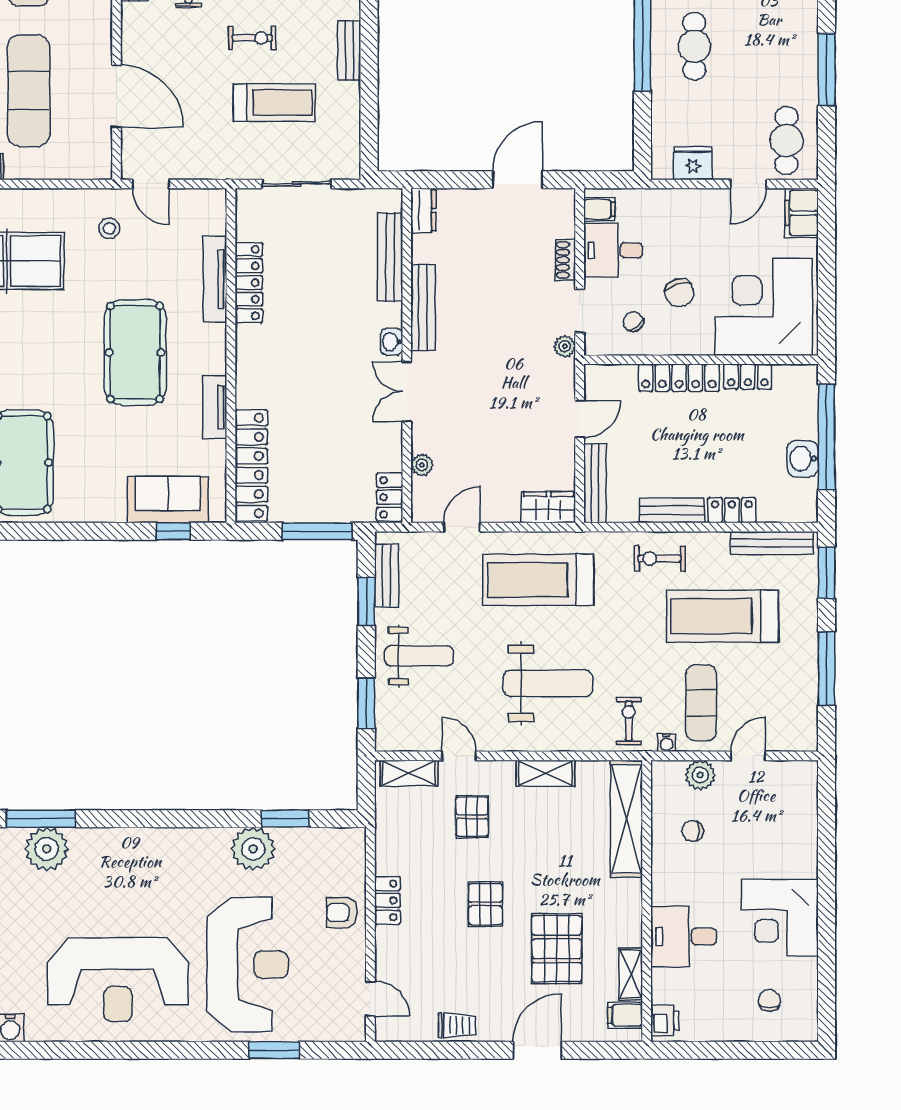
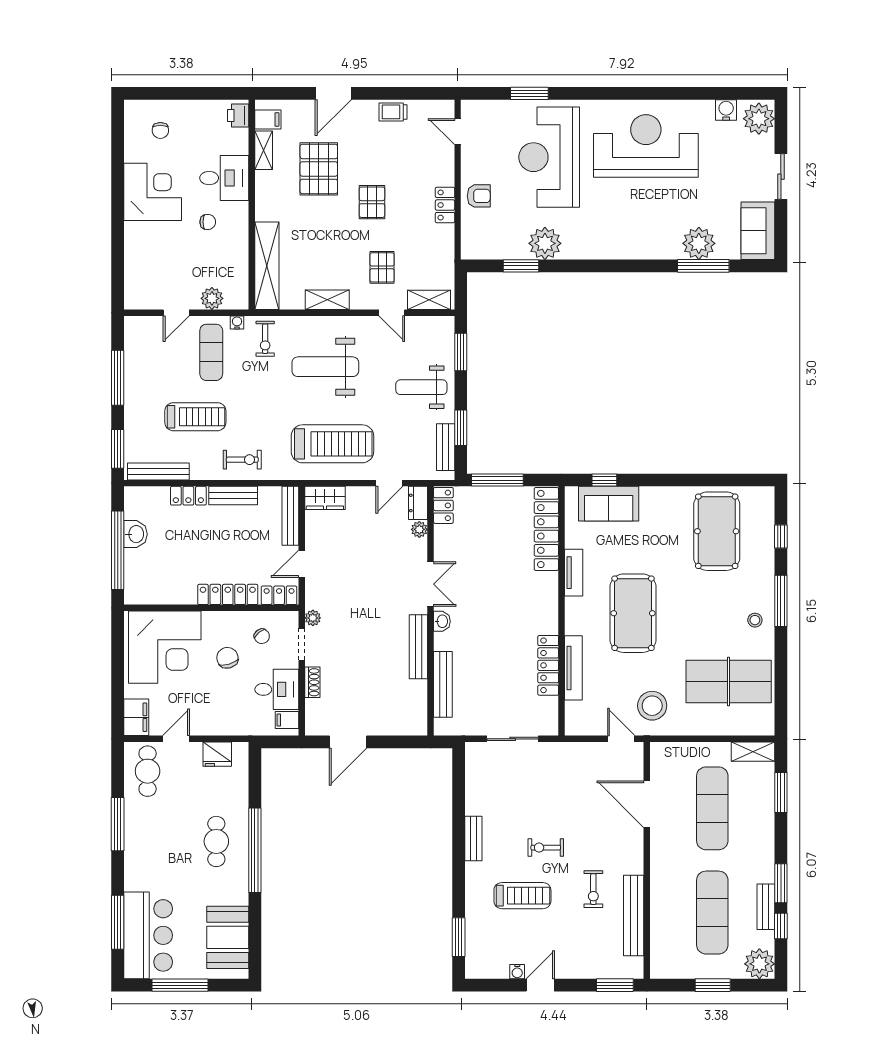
treadmill: (274, 103) -> (529, 799), removed
dresser: (423, 211) -> (418, 503), moved
stool: (109, 228) -> (652, 706), width x1.89, depth x1.89
locker: (748, 377) -> (279, 595), moved
treadmill: (722, 616) -> (195, 417), width x0.73, depth x0.73
chair: (693, 831) -> (208, 222), moved

